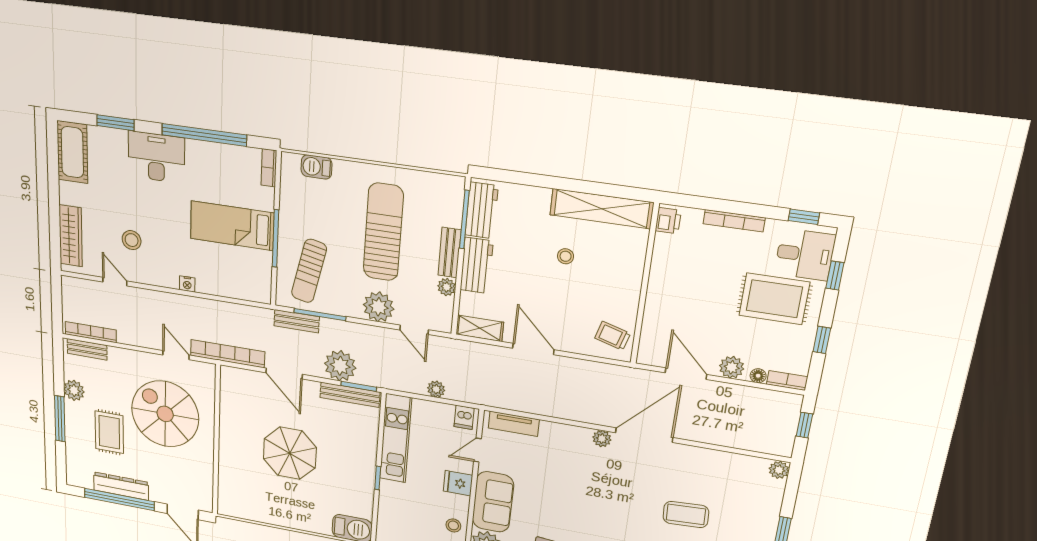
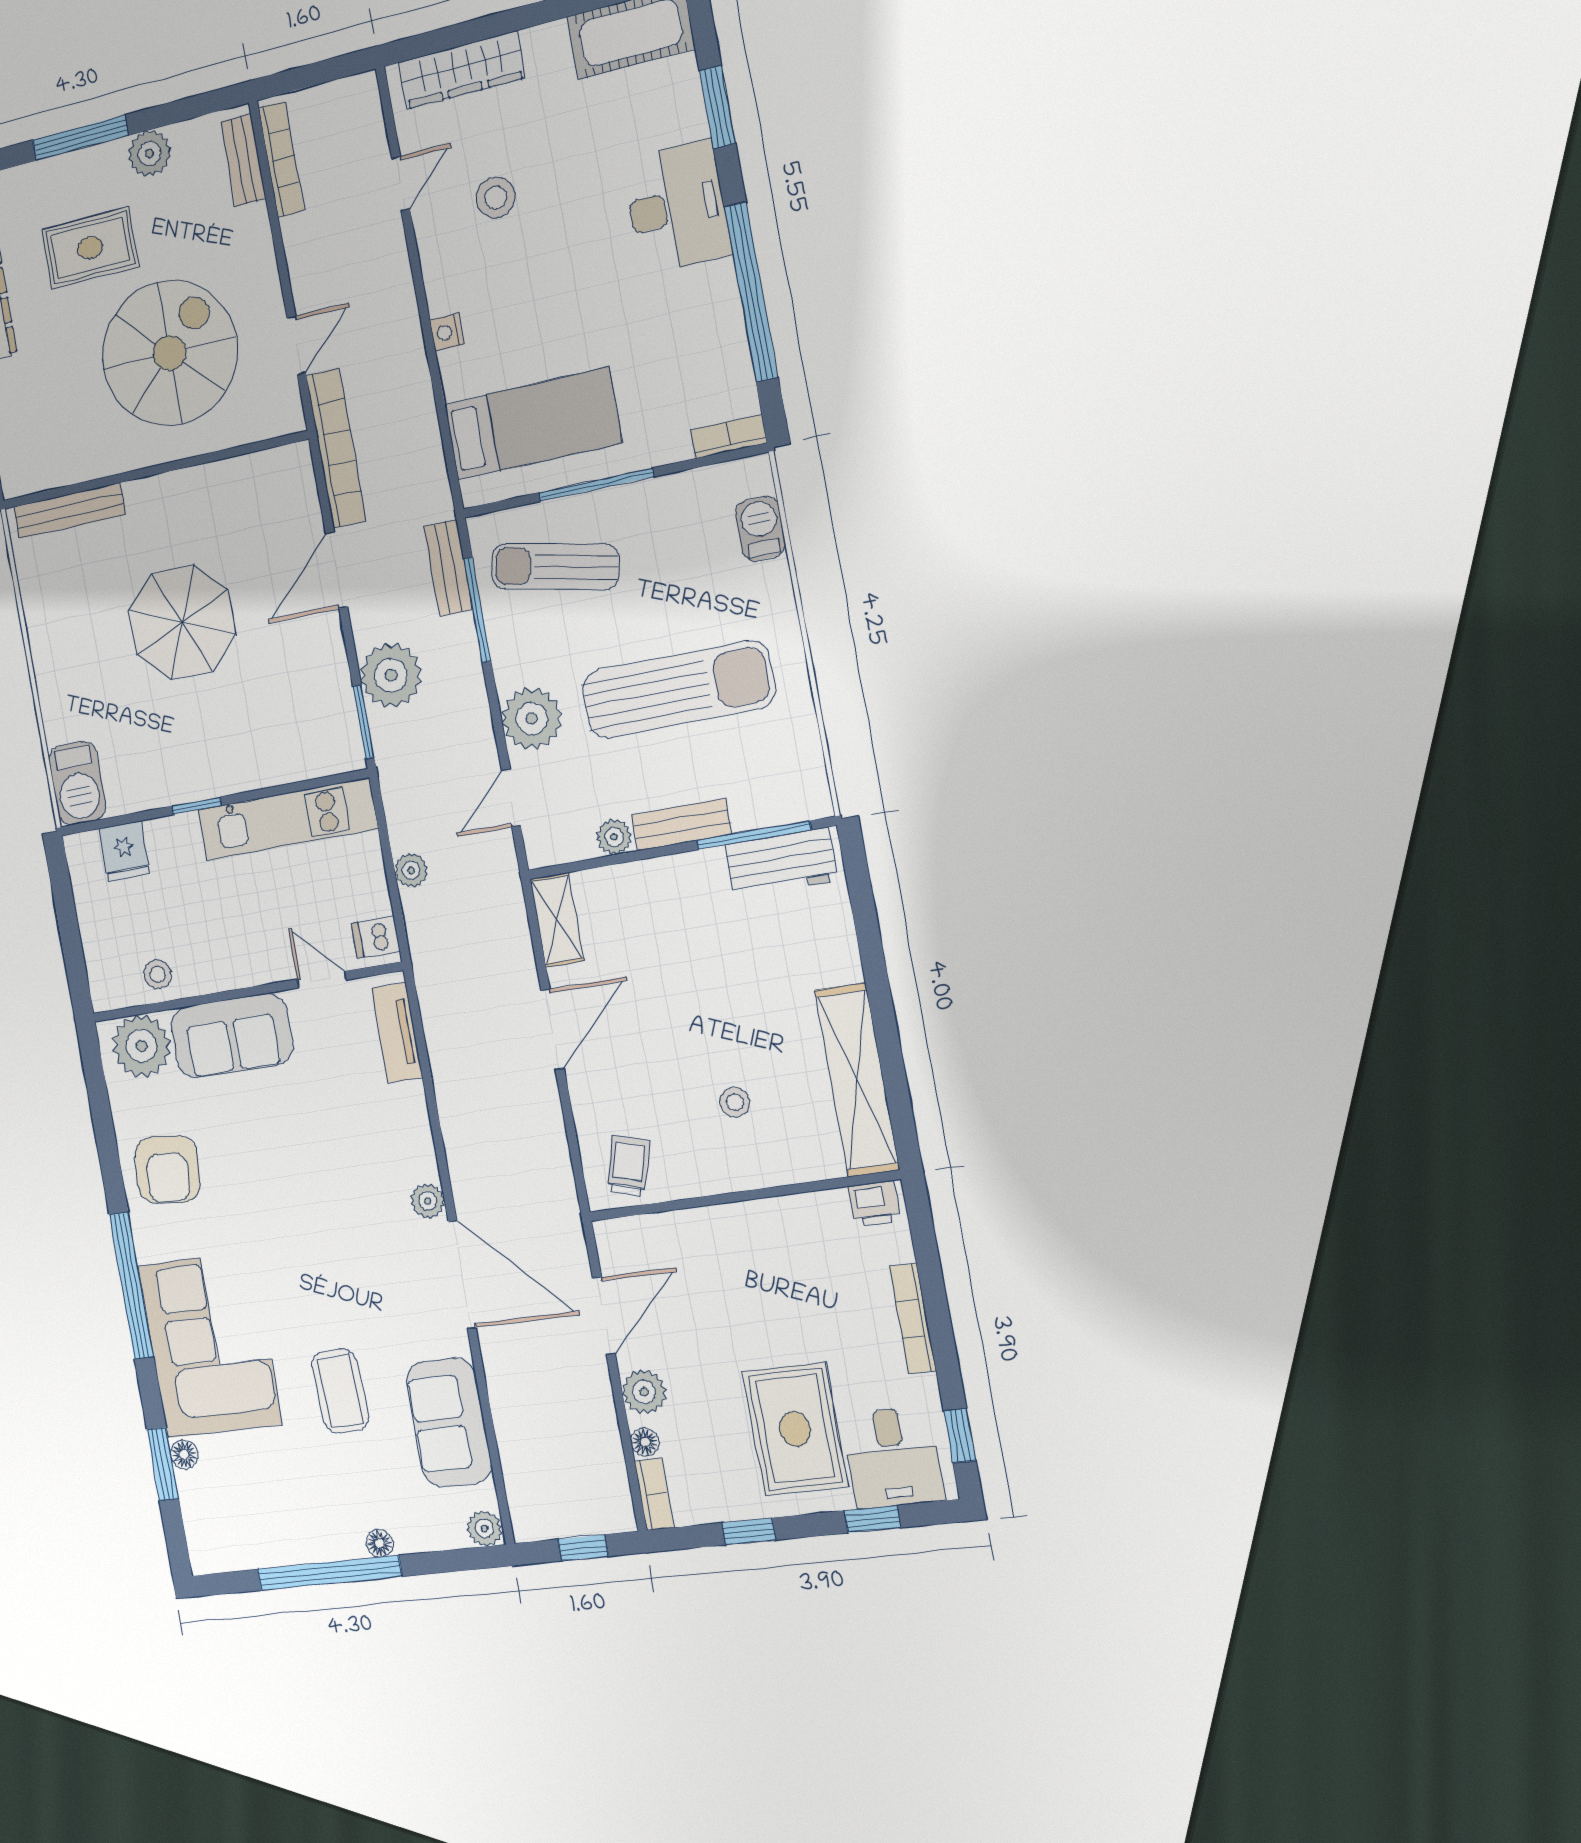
bed: (232, 226) -> (533, 424), moved, turned 90
stool: (566, 256) -> (735, 1102), moved
workbench: (477, 265) -> (674, 882), removed
bench: (350, 395) -> (69, 511), moved, turned 90
sofa: (718, 468) -> (449, 1422), added
fridge: (458, 483) -> (124, 851), moved, turned 180
floor lamp: (771, 524) -> (379, 1543), added

